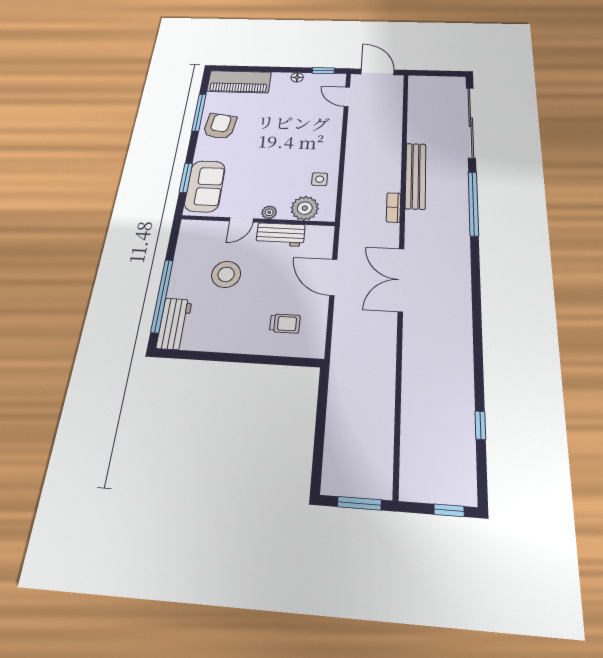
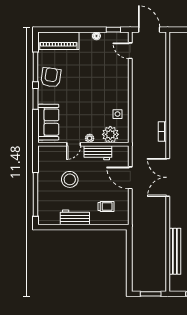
bench: (416, 176) -> (175, 251), moved
window: (186, 178) -> (36, 99), moved
workbench: (174, 324) -> (75, 217), moved, turned -90

